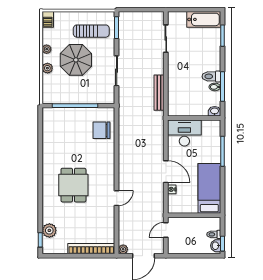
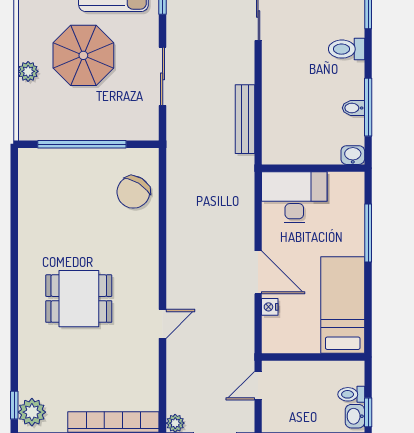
plant: (47, 49) -> (27, 35), removed
toilet: (211, 76) -> (347, 49), moved
chair: (102, 130) -> (133, 192), turned -58
dining table: (73, 185) -> (79, 299), turned 90
plant: (49, 230) -> (32, 412), moved

